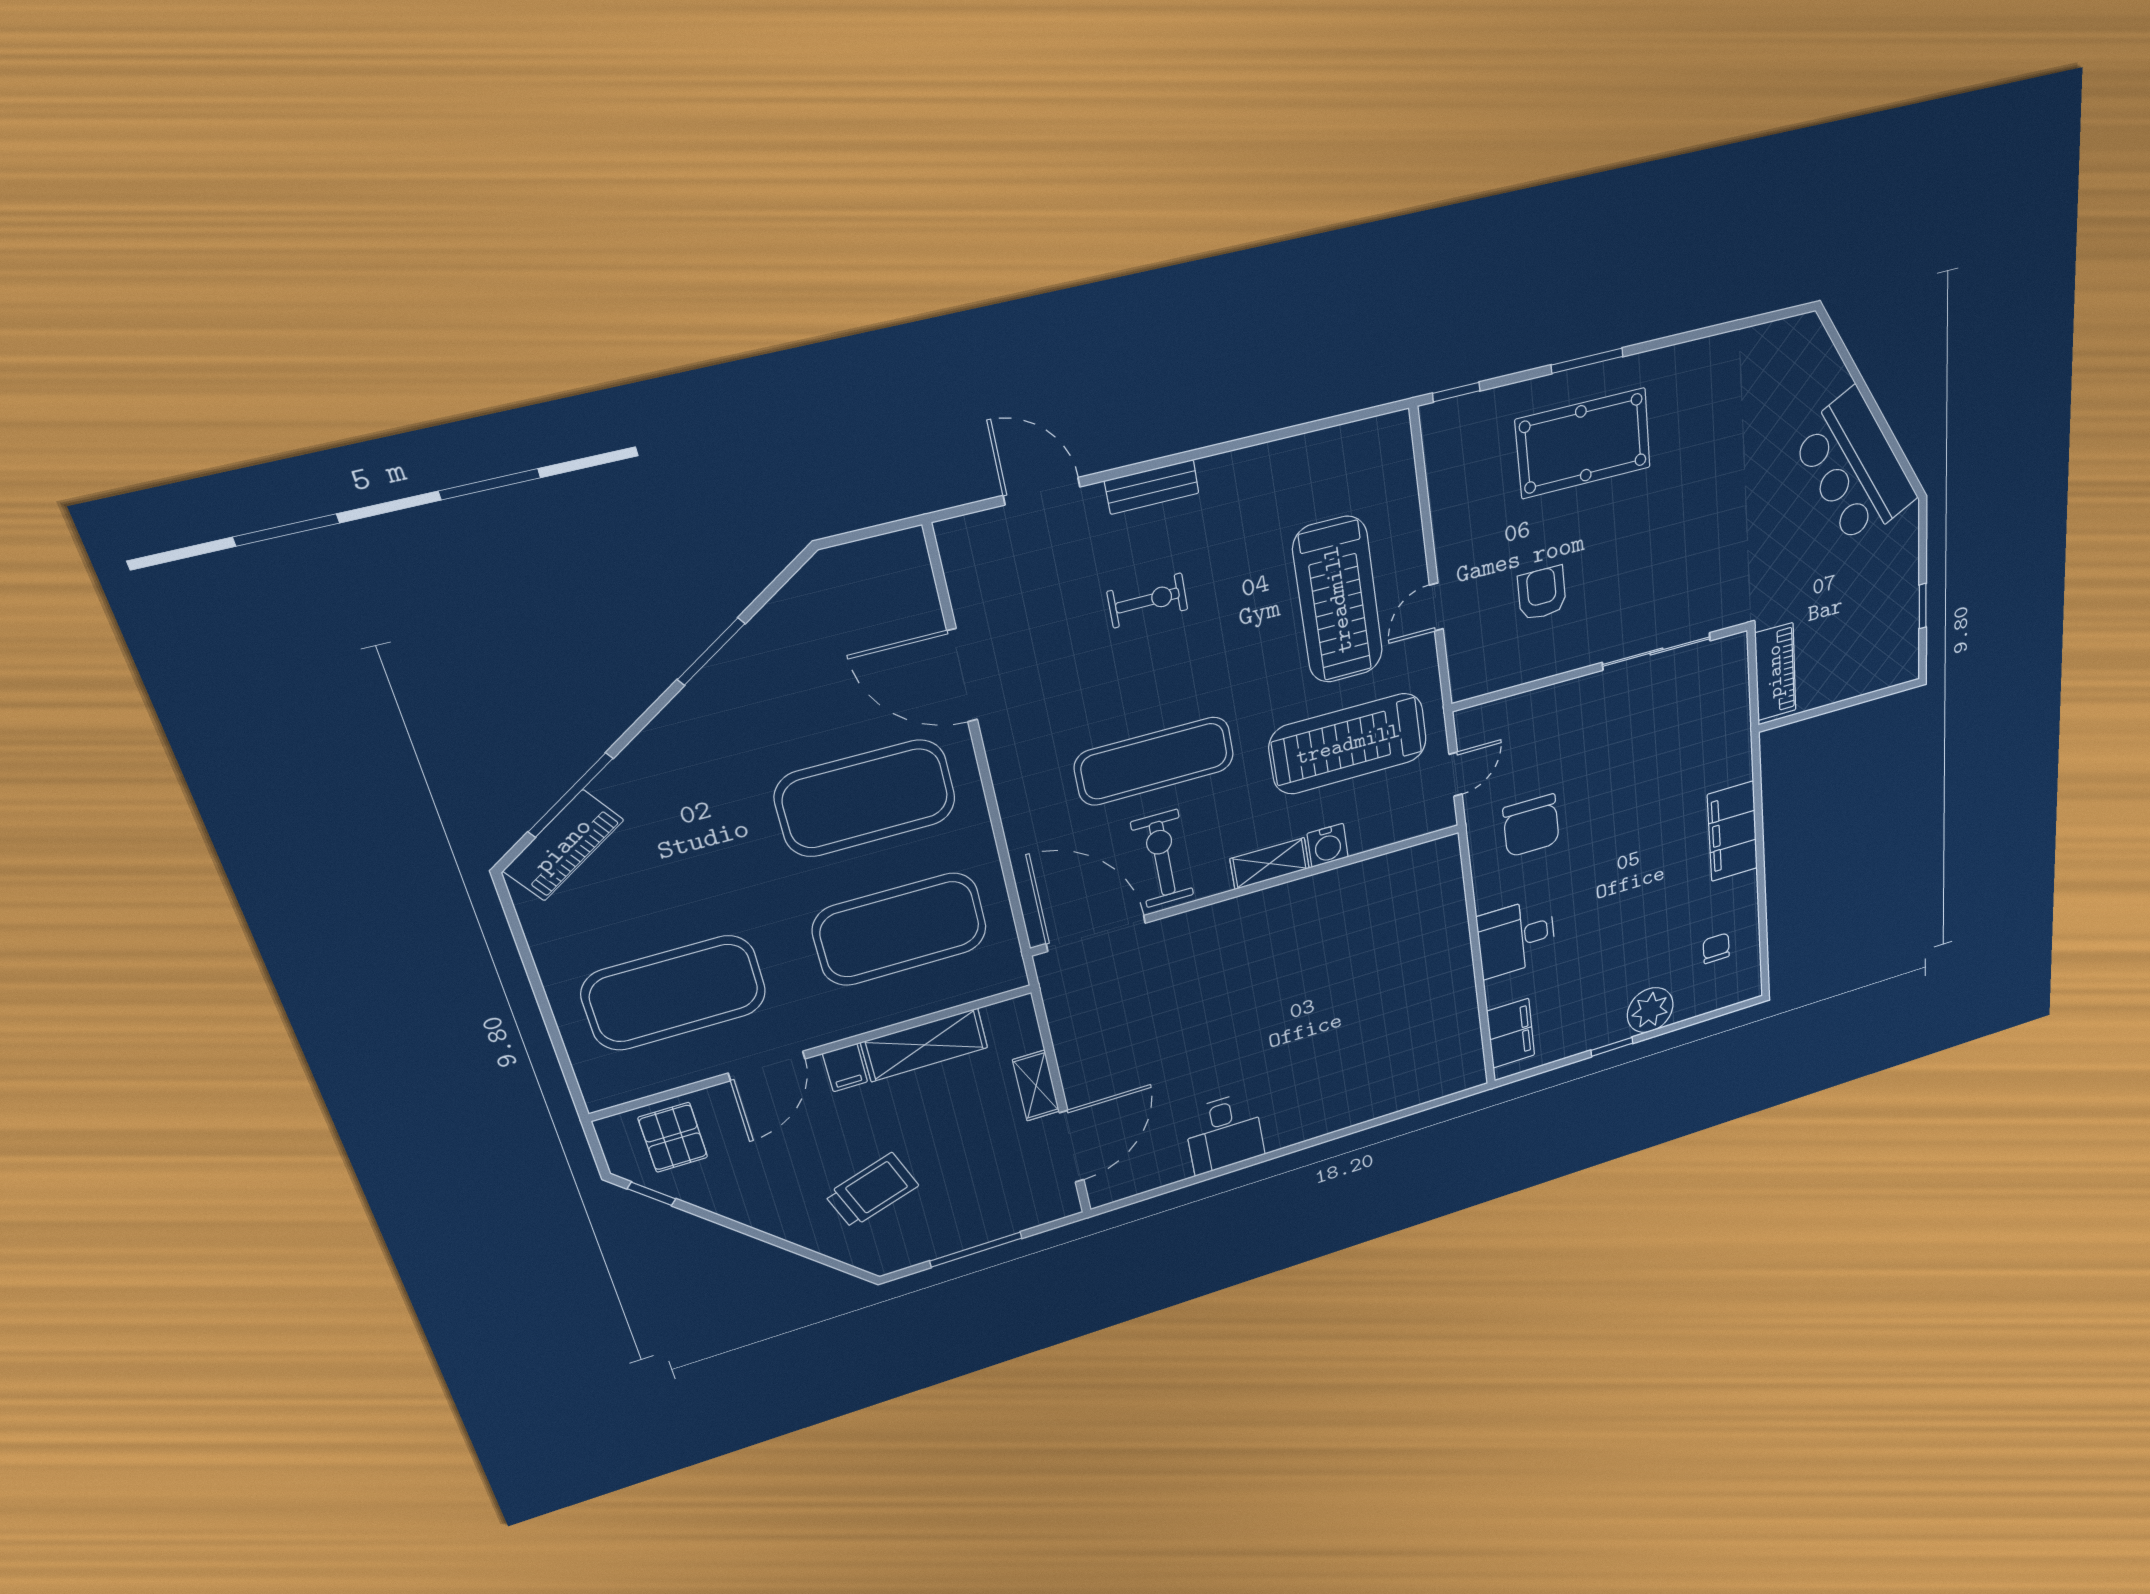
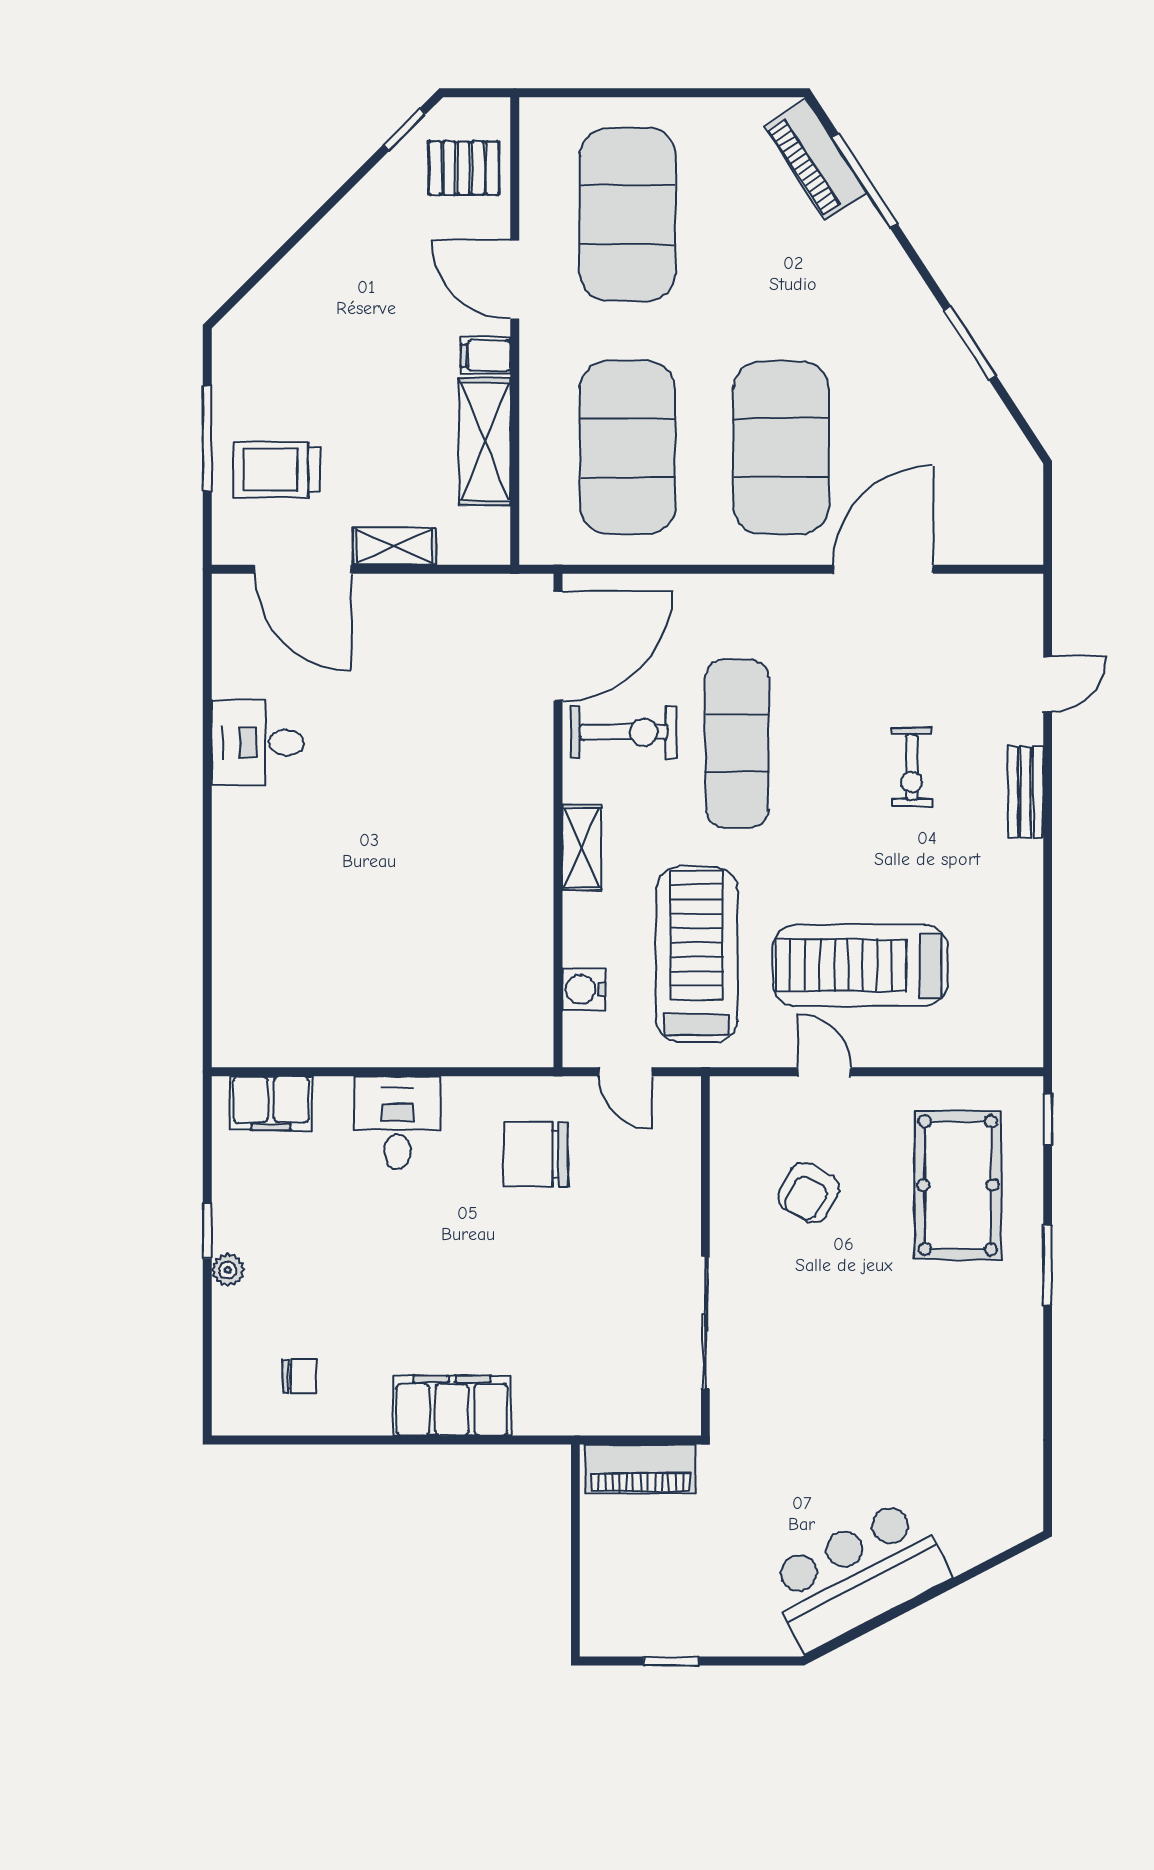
pool table: (1583, 443) -> (958, 1185), moved
door: (1042, 491) -> (1048, 684), width x0.73
armchair: (1542, 593) -> (809, 1193), turned 119
water cooler: (1328, 845) -> (584, 989), moved
plant: (1650, 1010) -> (228, 1270), width x0.53, depth x0.53
trolley: (872, 1190) -> (277, 470), moved, turned 109

